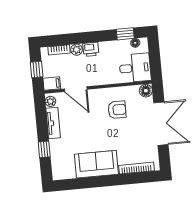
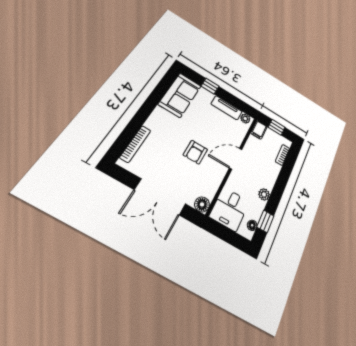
printer: (91, 49) -> (269, 181), removed
plant: (77, 50) -> (264, 194), moved
door: (76, 89) -> (236, 159), moved
armchair: (117, 110) -> (195, 152), moved
sofa: (96, 164) -> (180, 95), moved

